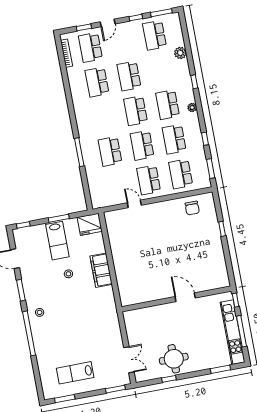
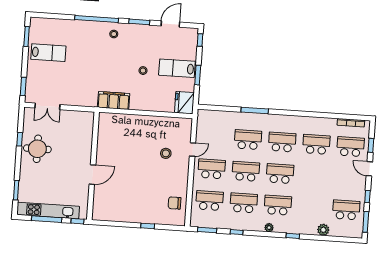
school desk: (129, 76) -> (282, 142), moved
stool: (145, 230) -> (166, 153), added
filing cabinet: (101, 270) -> (114, 100), moved
lab bench: (75, 373) -> (48, 53), turned 90

